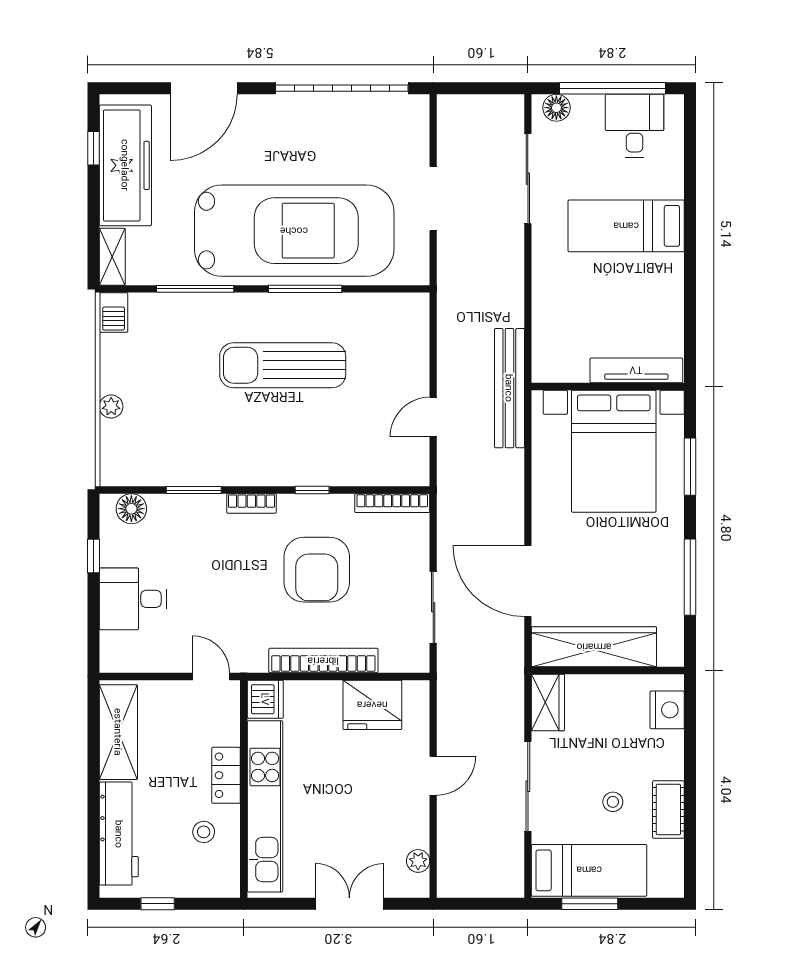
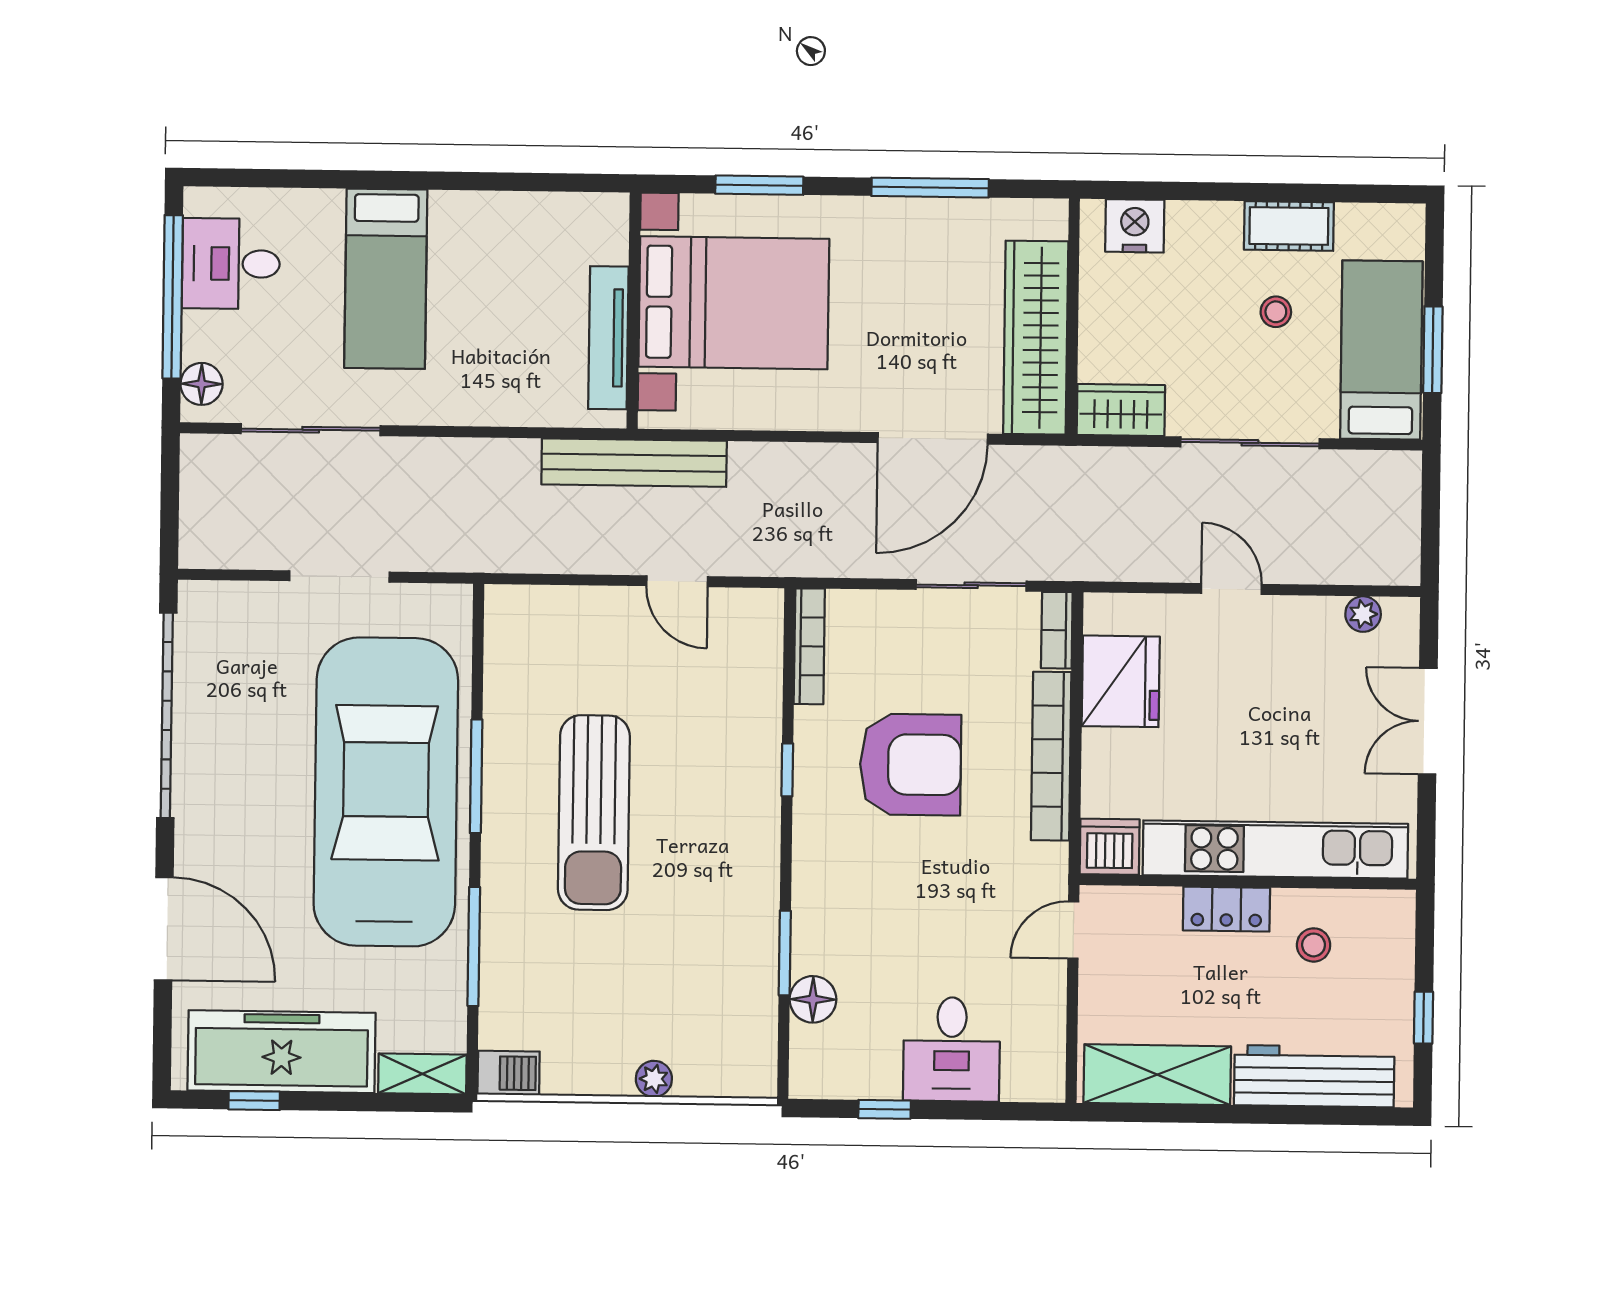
tv unit: (636, 370) -> (608, 338), moved
bookcase: (251, 503) -> (1057, 630), moved, turned 180
floor lamp: (131, 509) -> (813, 999), moved

